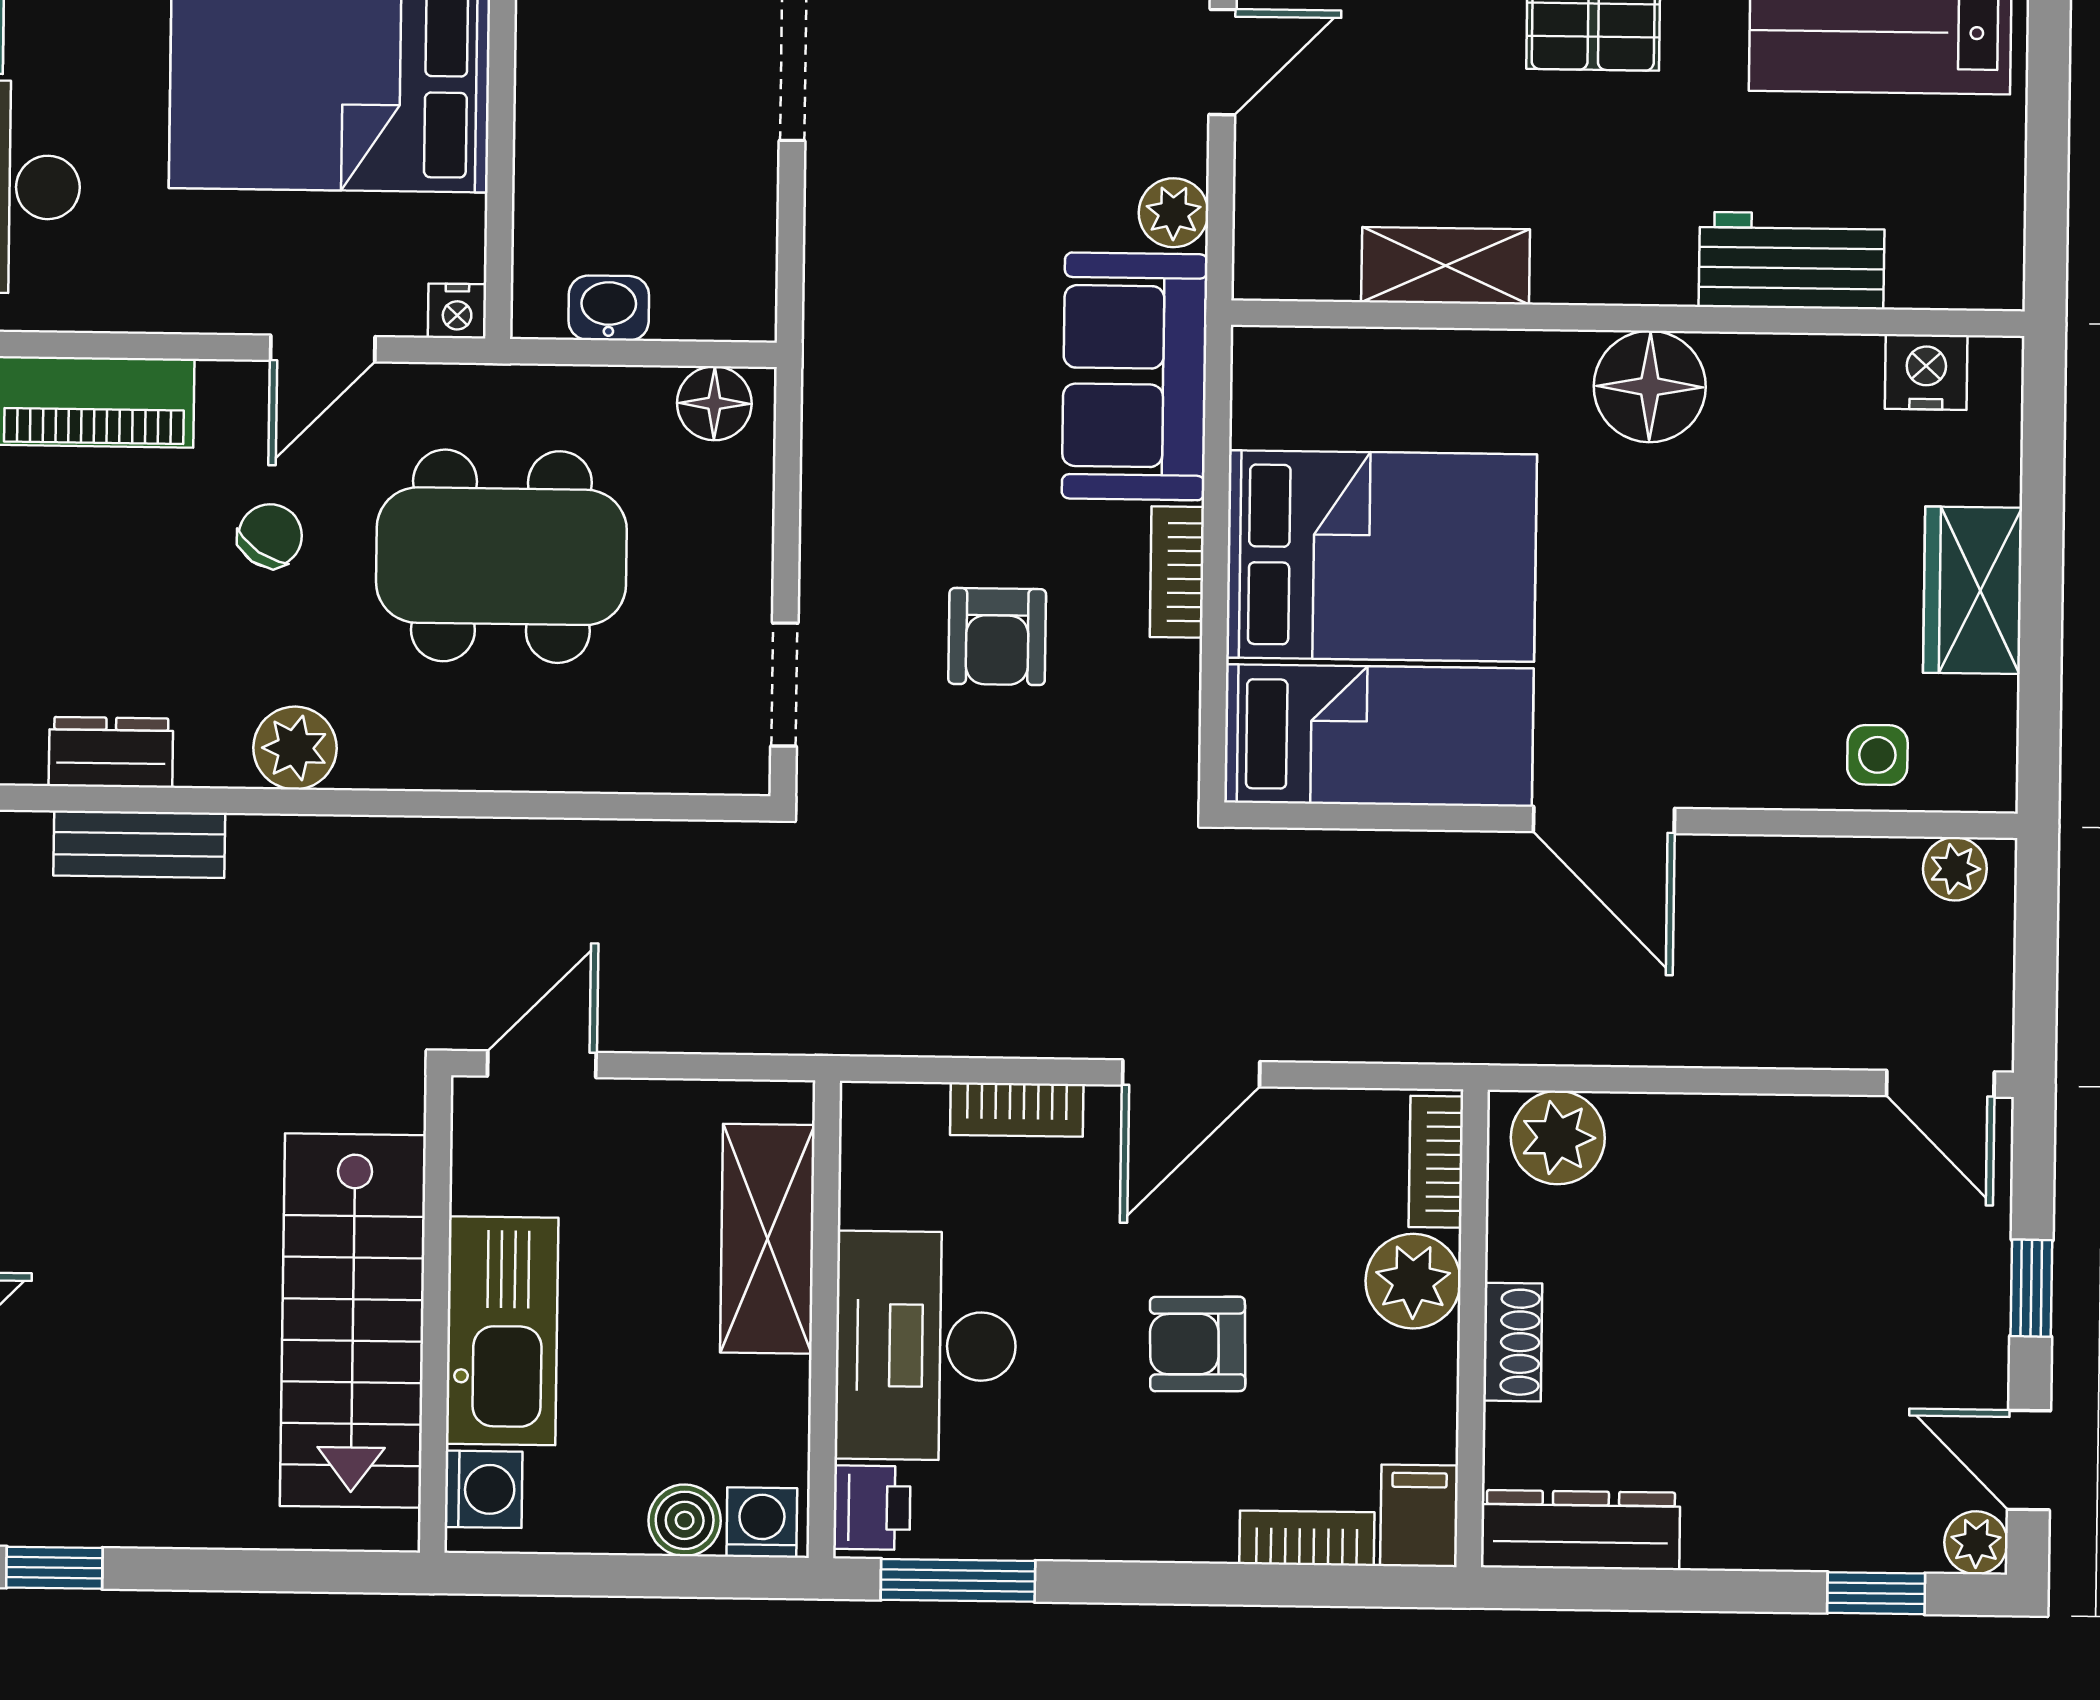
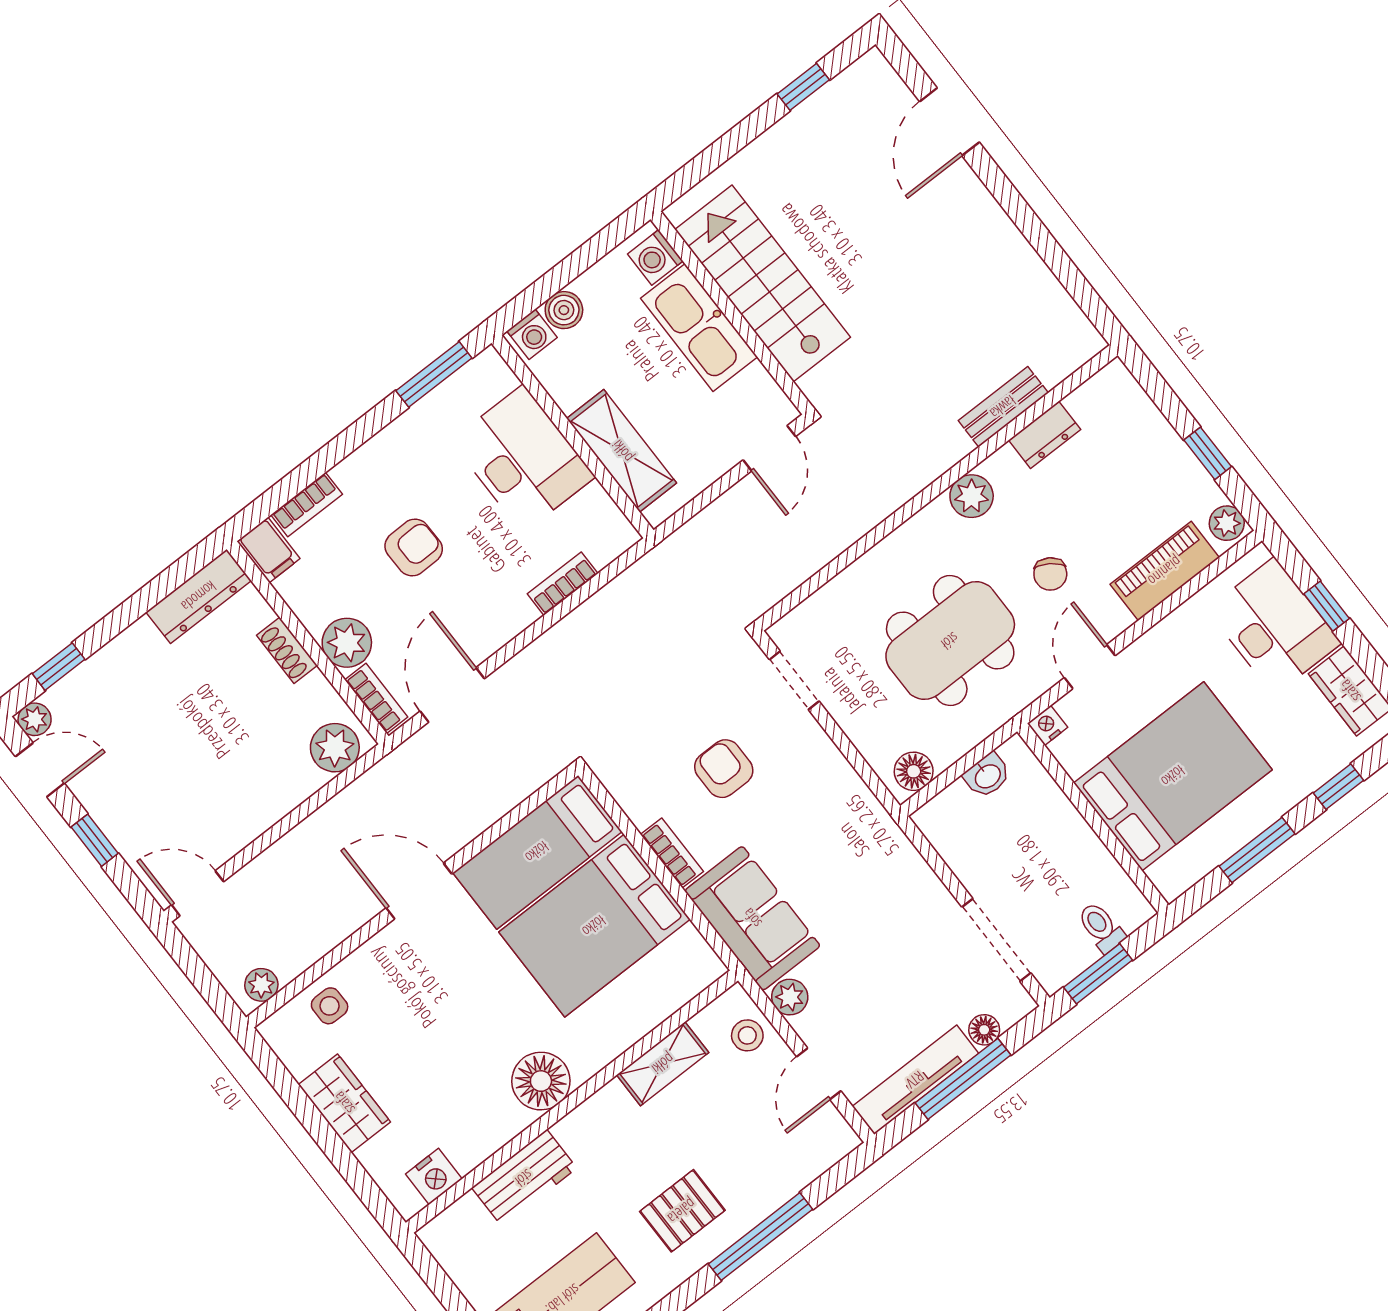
stool: (1284, 206) -> (747, 1035), added
door: (1191, 1073) -> (452, 695), moved
printer: (872, 1508) -> (492, 376), removed

